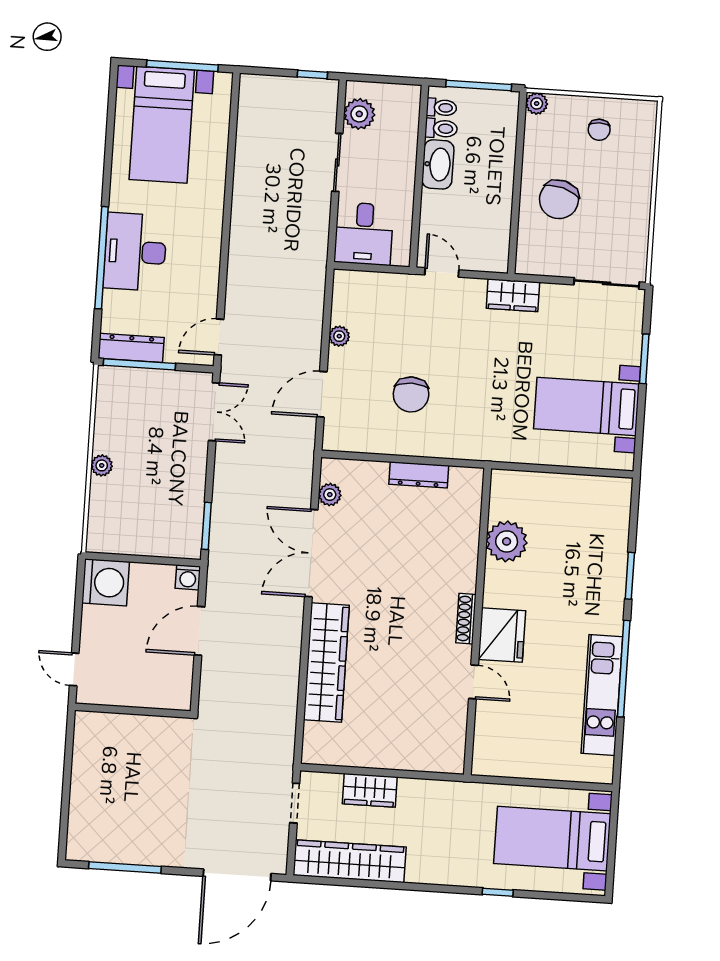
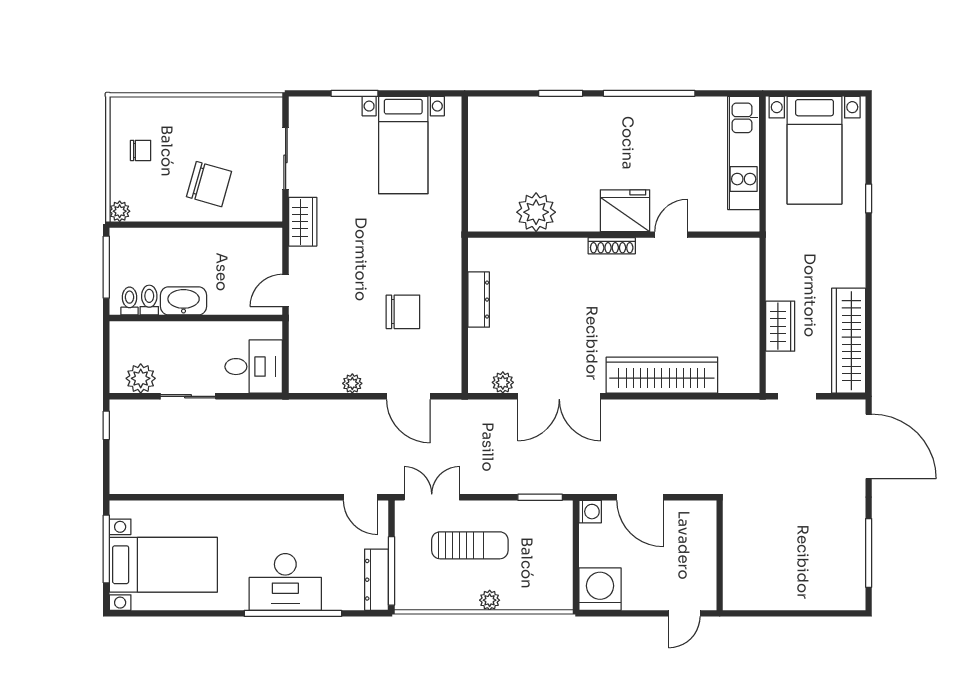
sliding door: (607, 283) -> (286, 159), moved
sun lounger: (161, 449) -> (470, 545), added
kitchen unit: (602, 695) -> (744, 153), moved, turned 90

